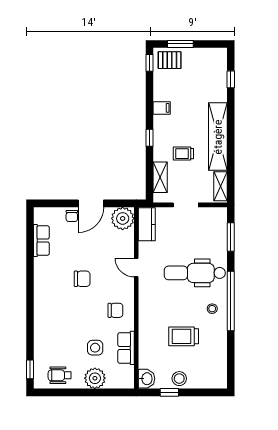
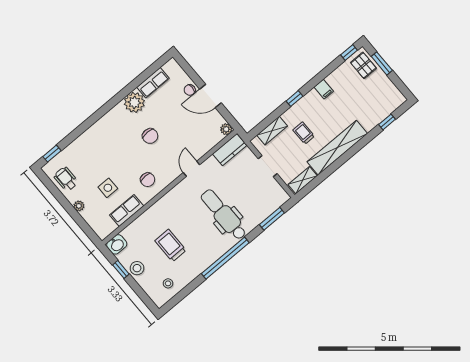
plant: (123, 218) -> (226, 129), width x0.53, depth x0.53
plant: (45, 269) -> (134, 102), added
stool: (212, 309) -> (168, 283), moved
plant: (95, 378) -> (79, 206), width x0.53, depth x0.53

